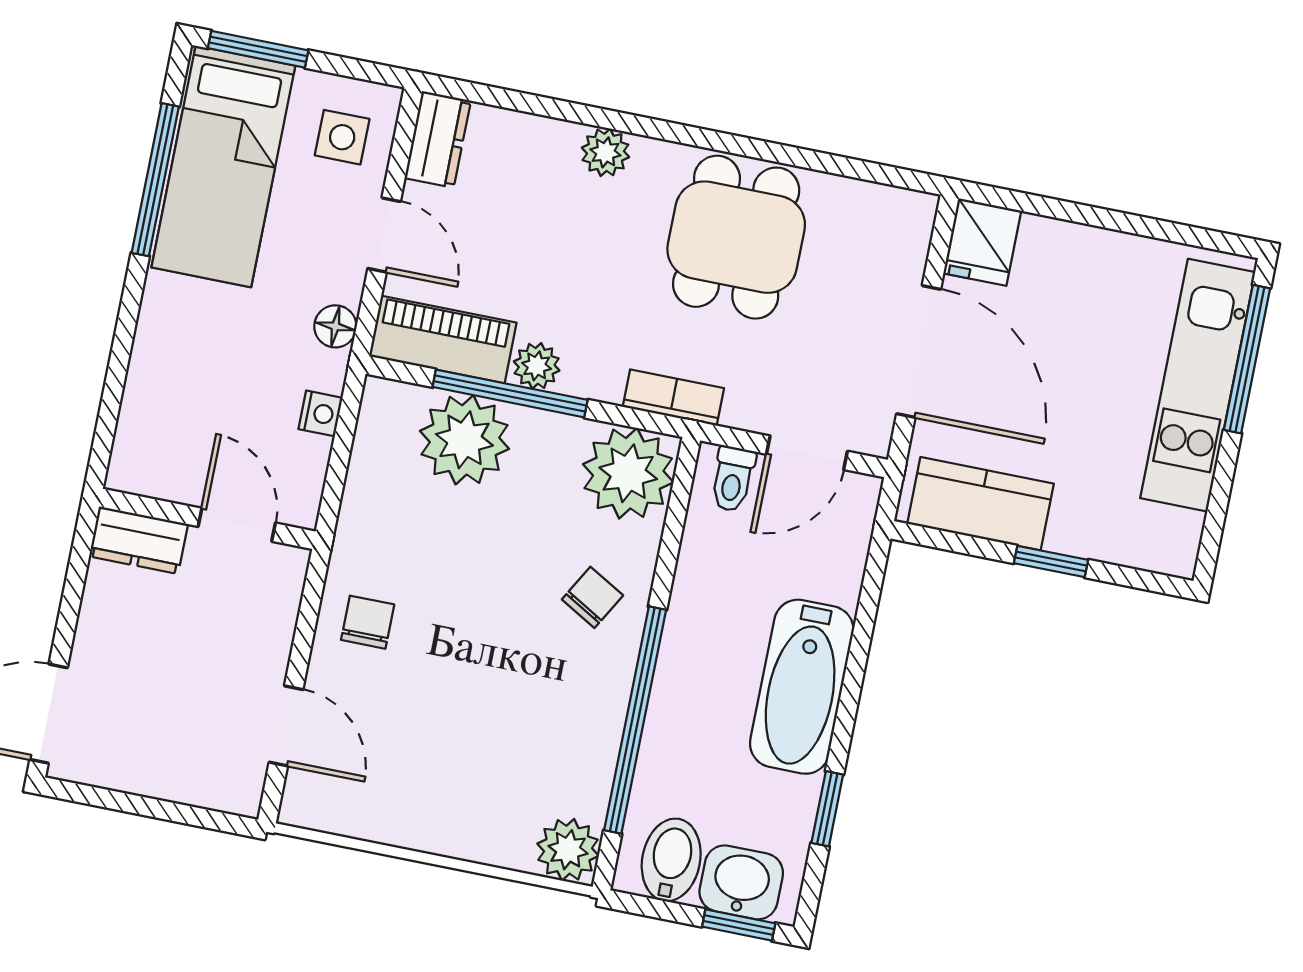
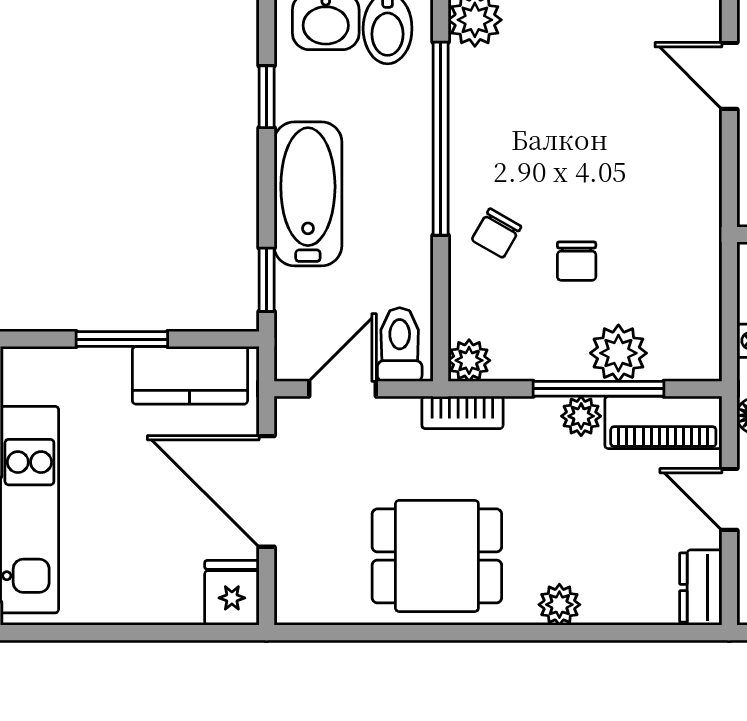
dining table: (736, 237) -> (437, 556), turned 90
plant: (464, 440) -> (618, 353), width x0.73, depth x0.73
plant: (628, 473) -> (469, 360), width x0.53, depth x0.53
toilet: (733, 479) -> (400, 345), width x1.37, depth x1.39
window: (1051, 562) -> (122, 339), width x1.50
window: (870, 597) -> (267, 280), added
chair: (368, 622) -> (577, 261), moved

